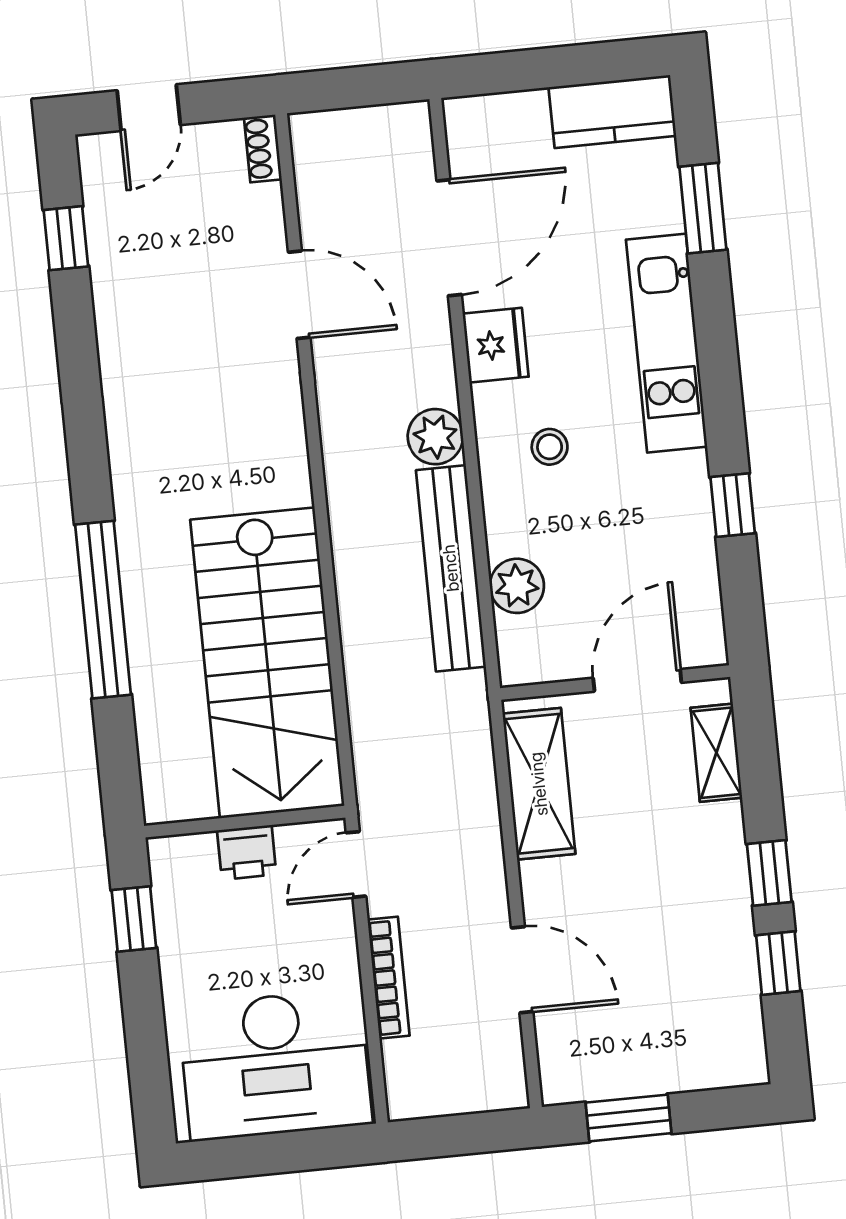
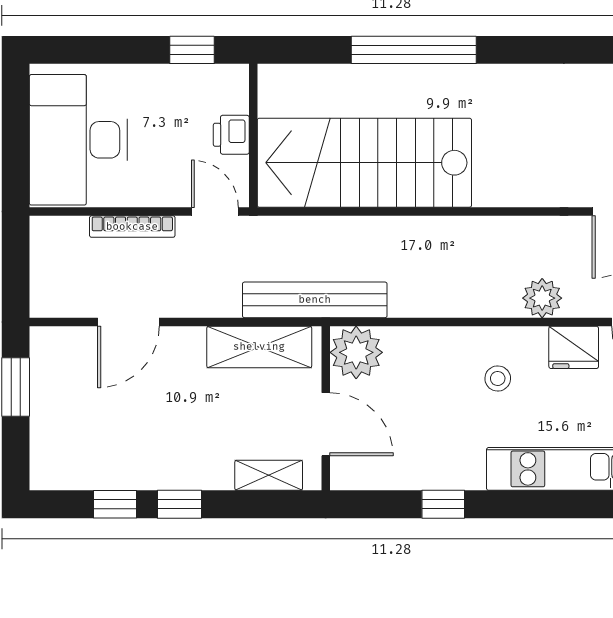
plant: (435, 437) -> (542, 298), moved
bench: (451, 568) -> (315, 300), moved
plant: (517, 586) -> (356, 352), moved, width x1.36, depth x1.36

